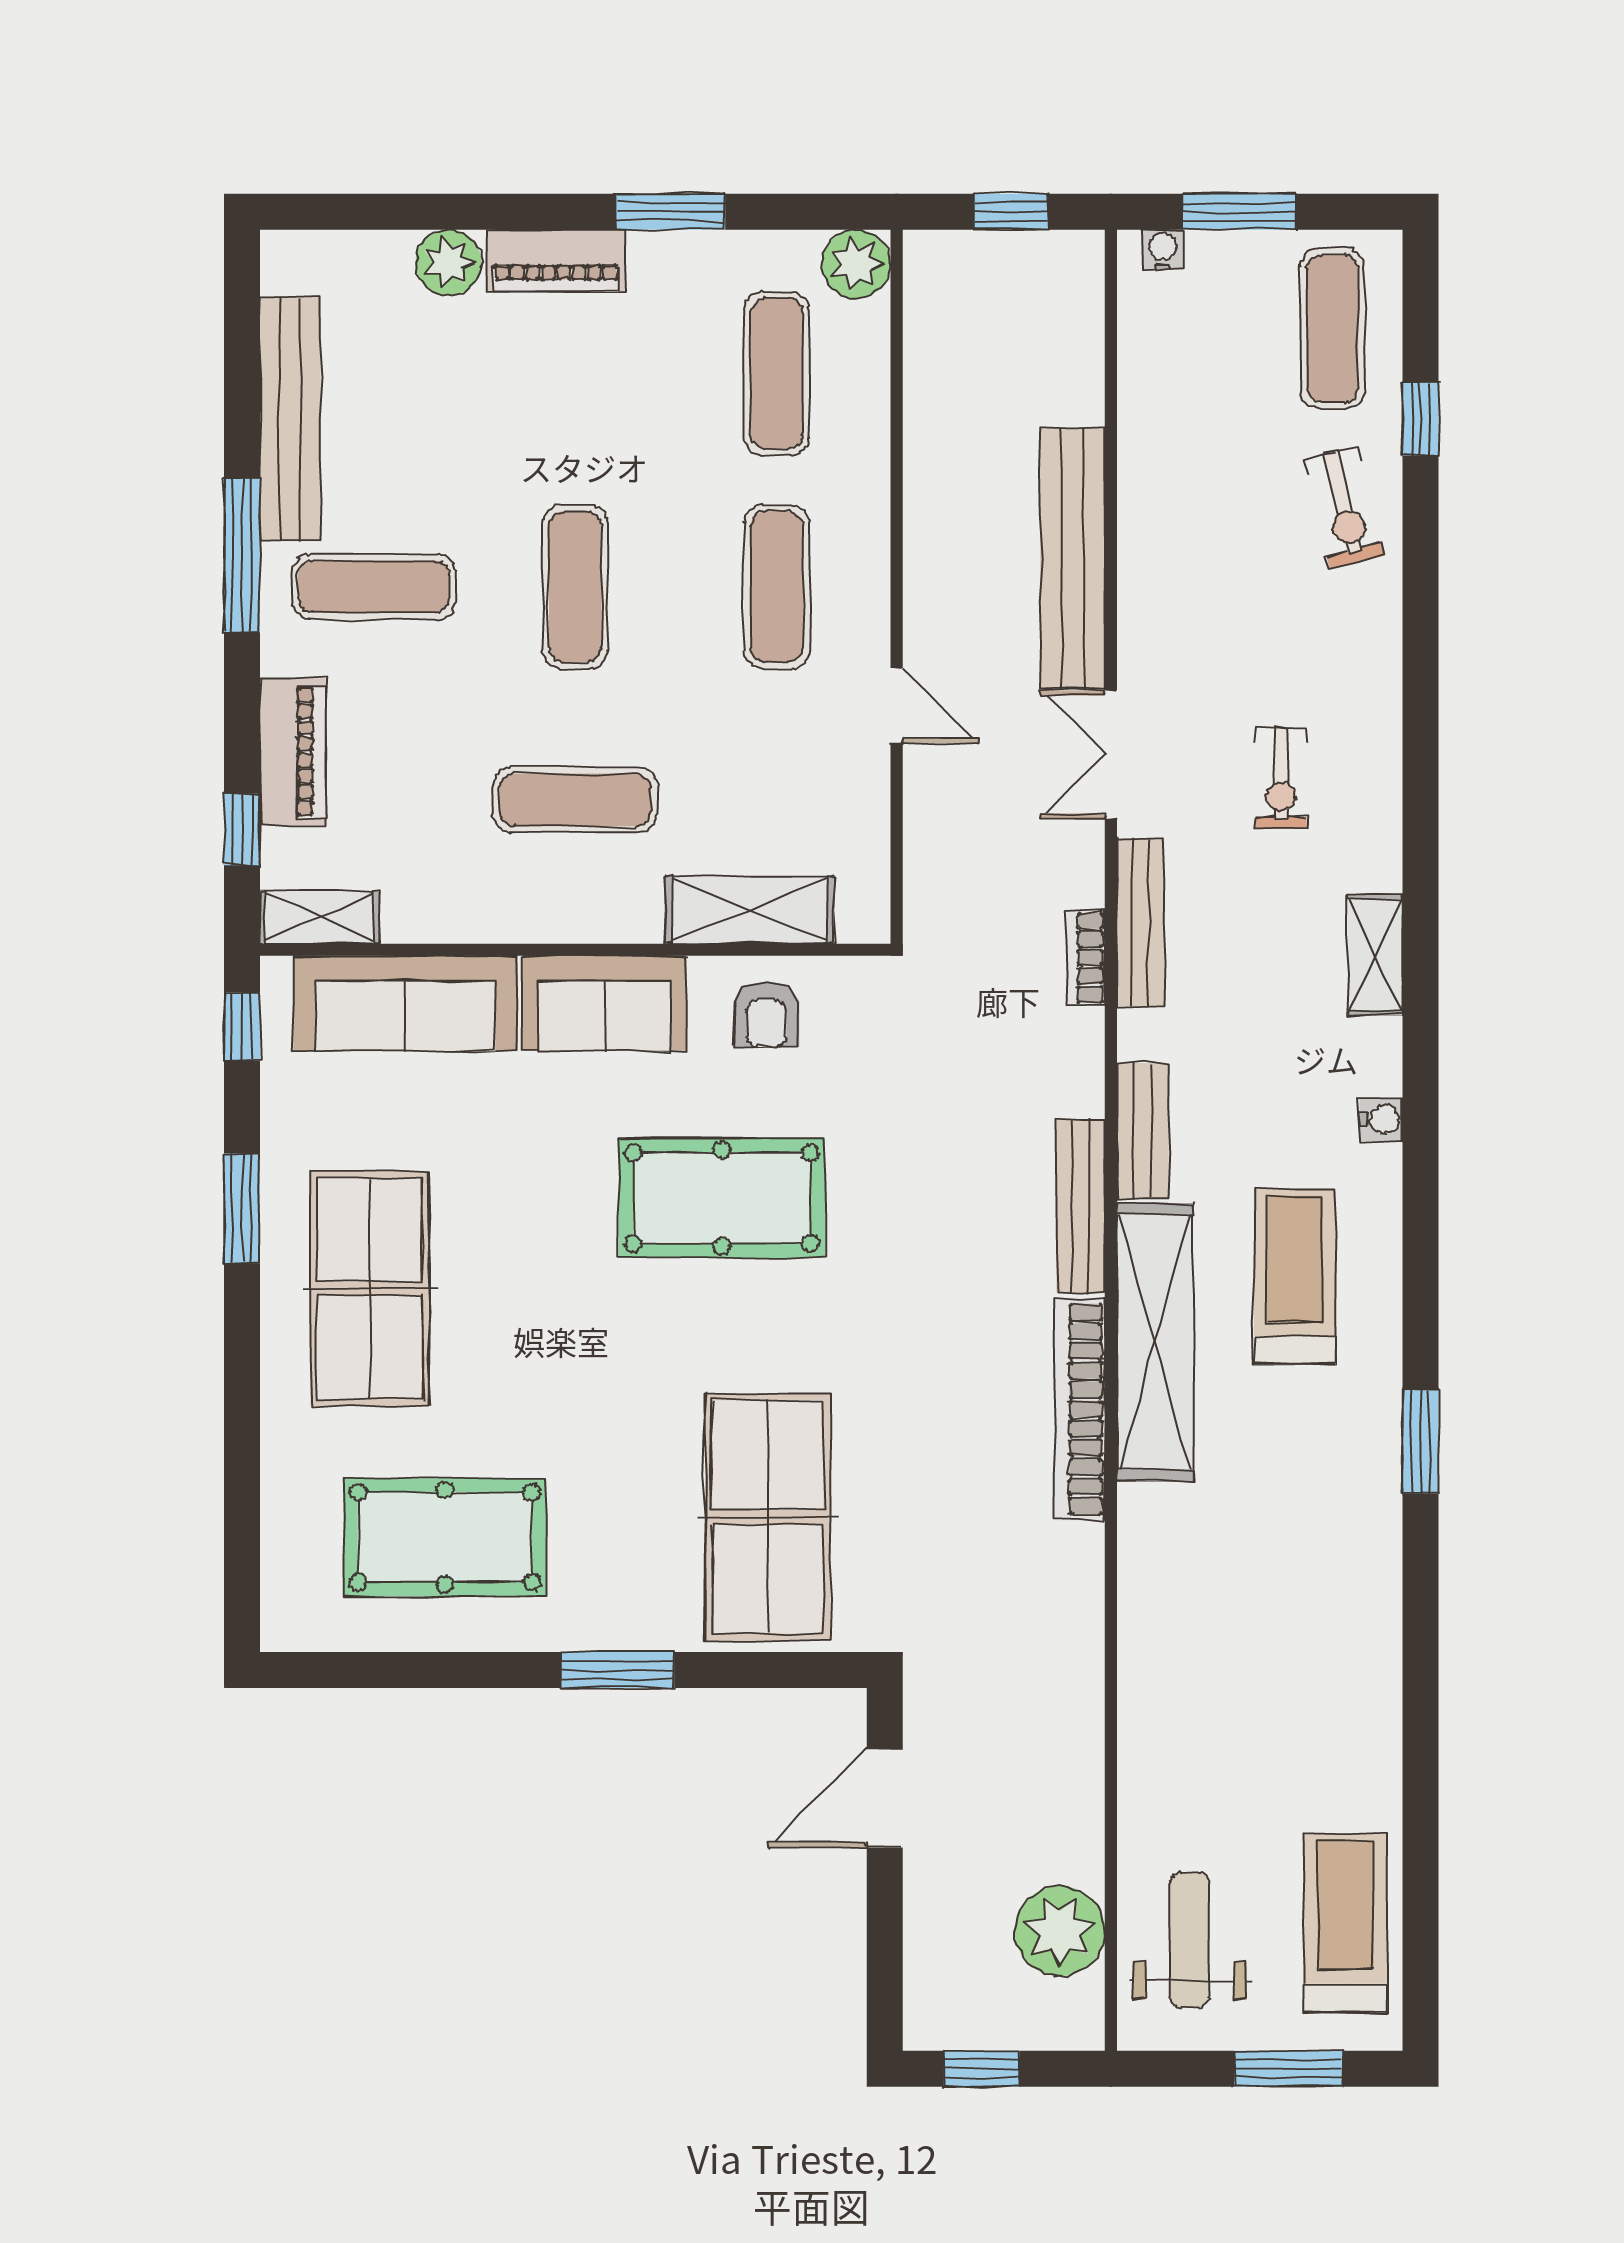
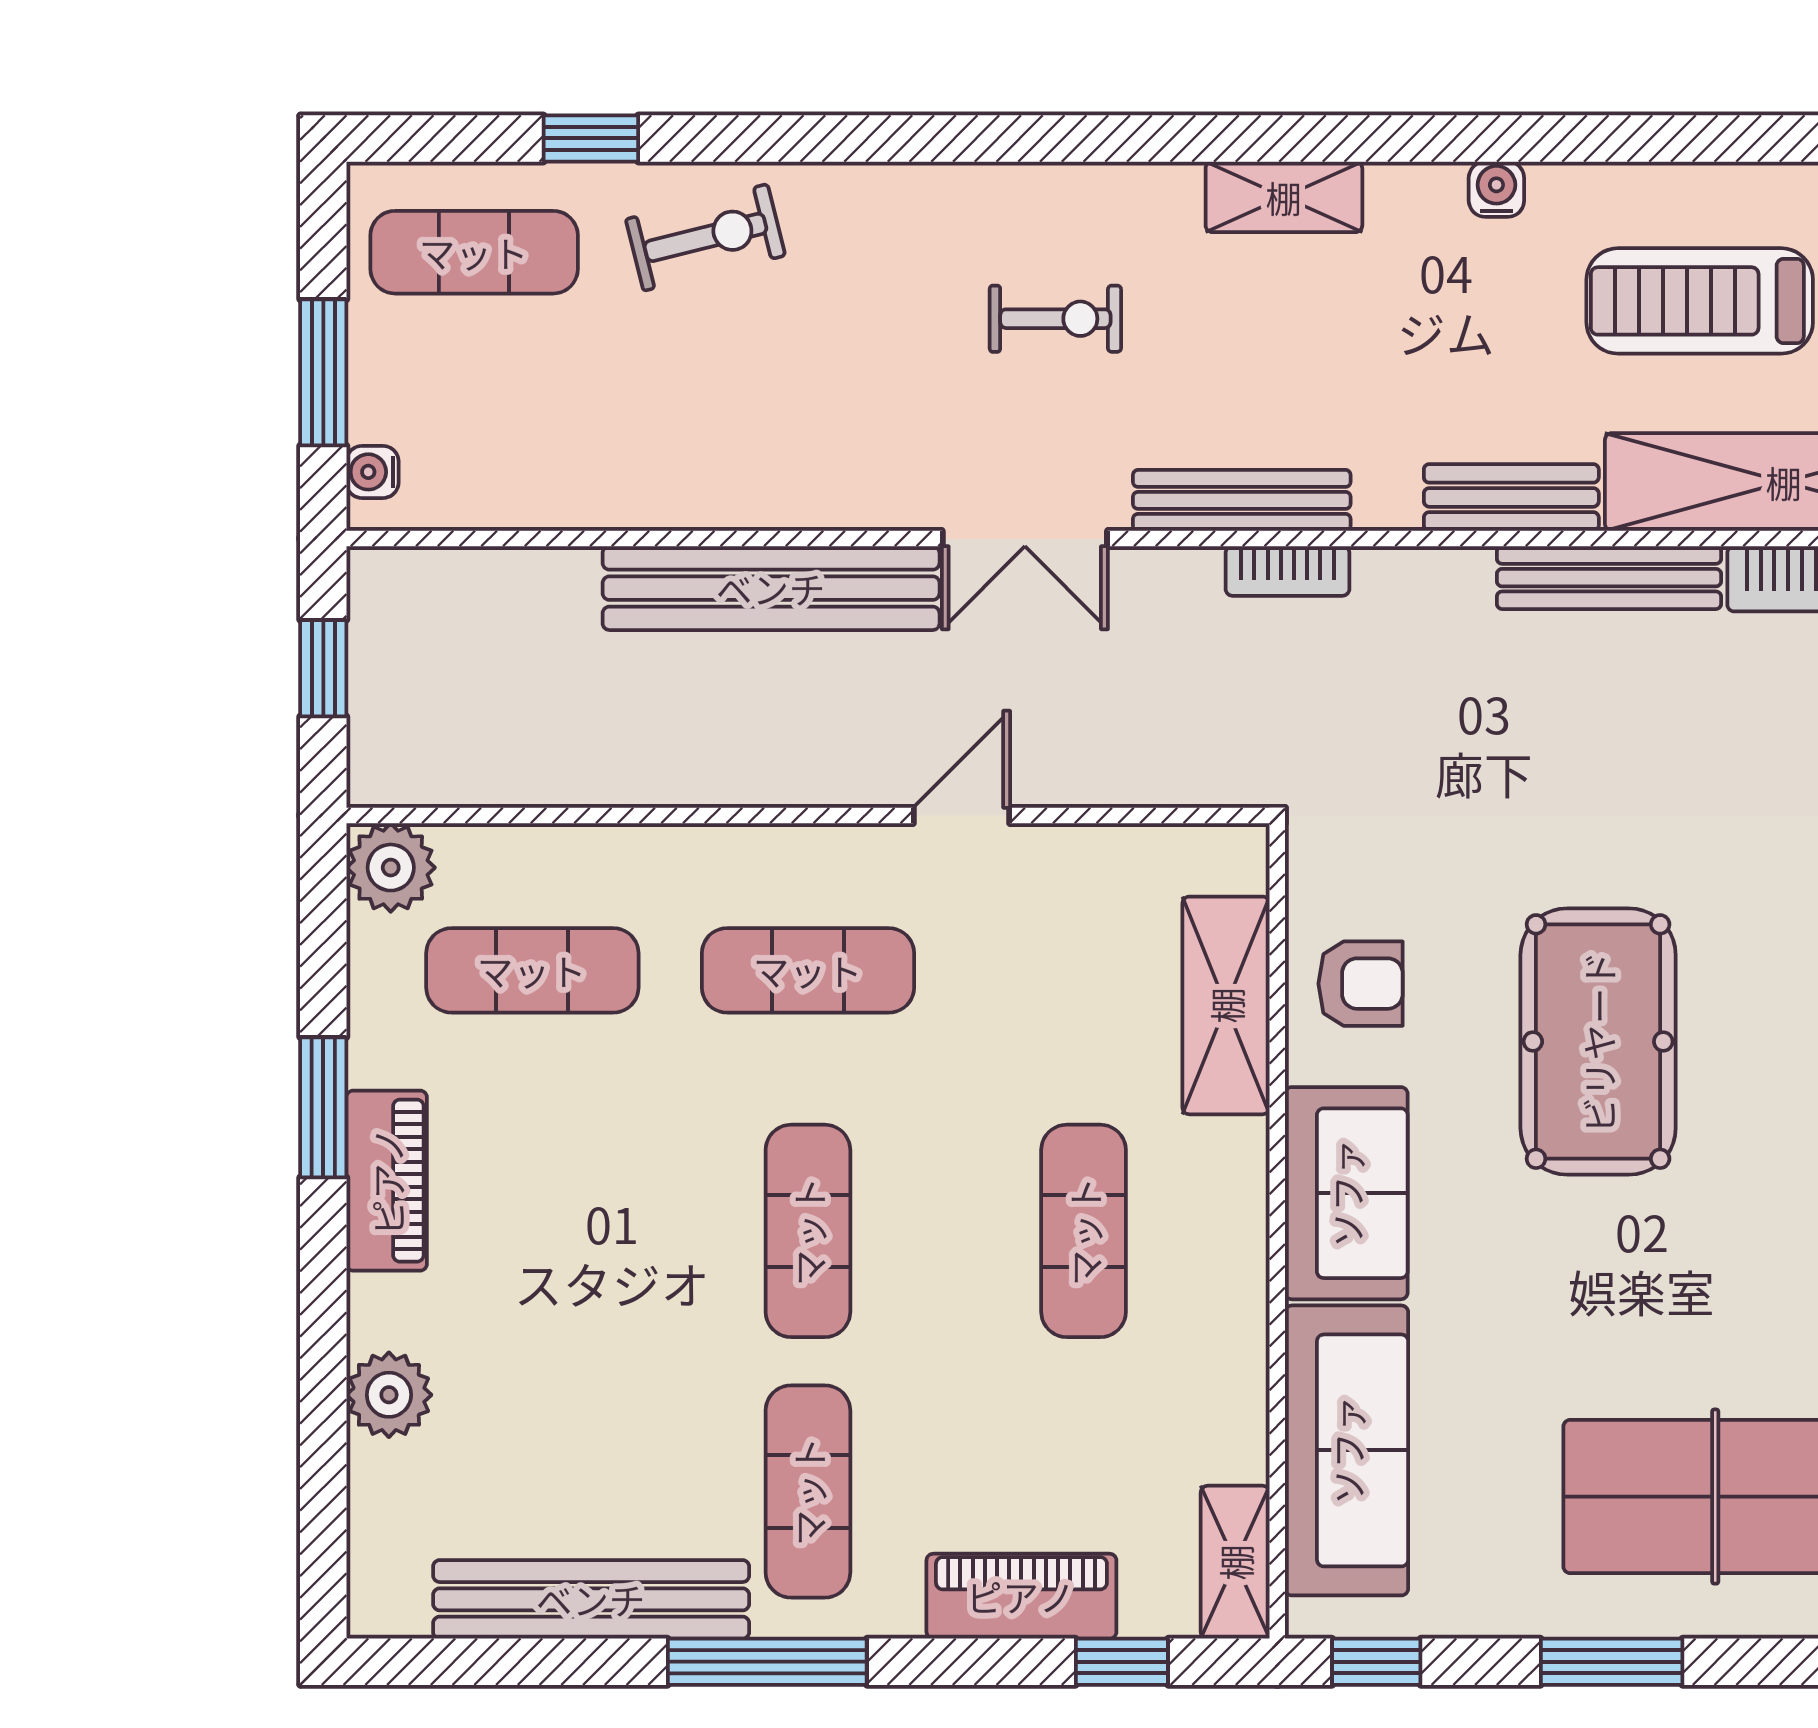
piano: (556, 261) -> (387, 1181), moved
exercise mat: (575, 587) -> (808, 1231), turned 90

